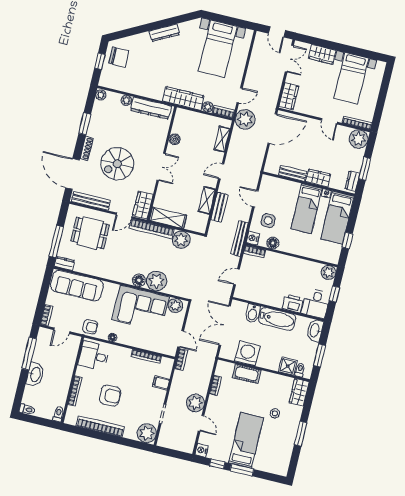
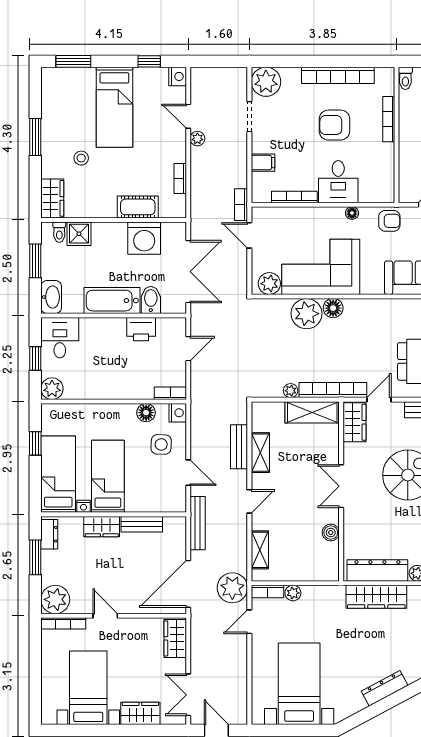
wardrobe: (183, 98) -> (376, 597), moved
bench: (239, 238) -> (198, 523), moved
plant: (181, 240) -> (291, 391), width x0.53, depth x0.53
printer: (293, 303) -> (141, 329), moved
armchair: (90, 327) -> (389, 221), turned 180
desk: (94, 356) -> (338, 182), moved, turned 90
plant: (196, 403) -> (197, 139), width x0.53, depth x0.53
window: (242, 470) -> (73, 61), moved

